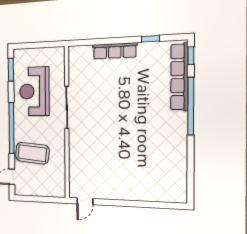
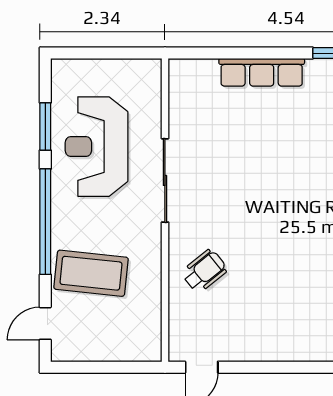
window: (11, 70) -> (45, 127), moved
wheelchair: (86, 153) -> (204, 271), added

